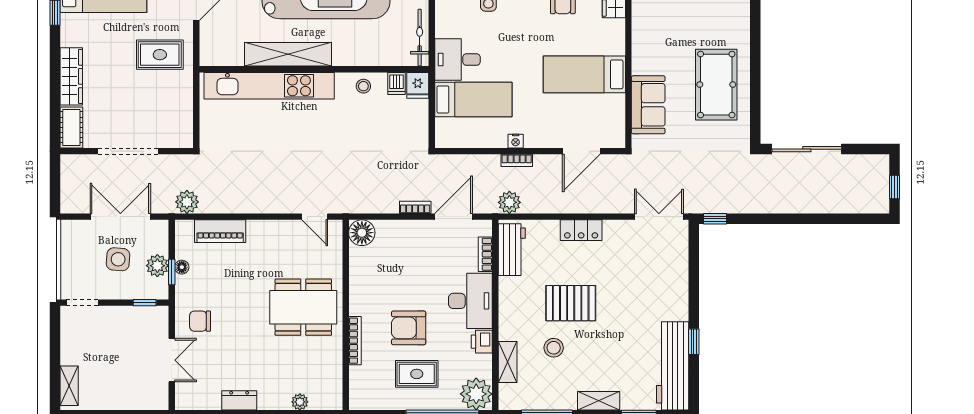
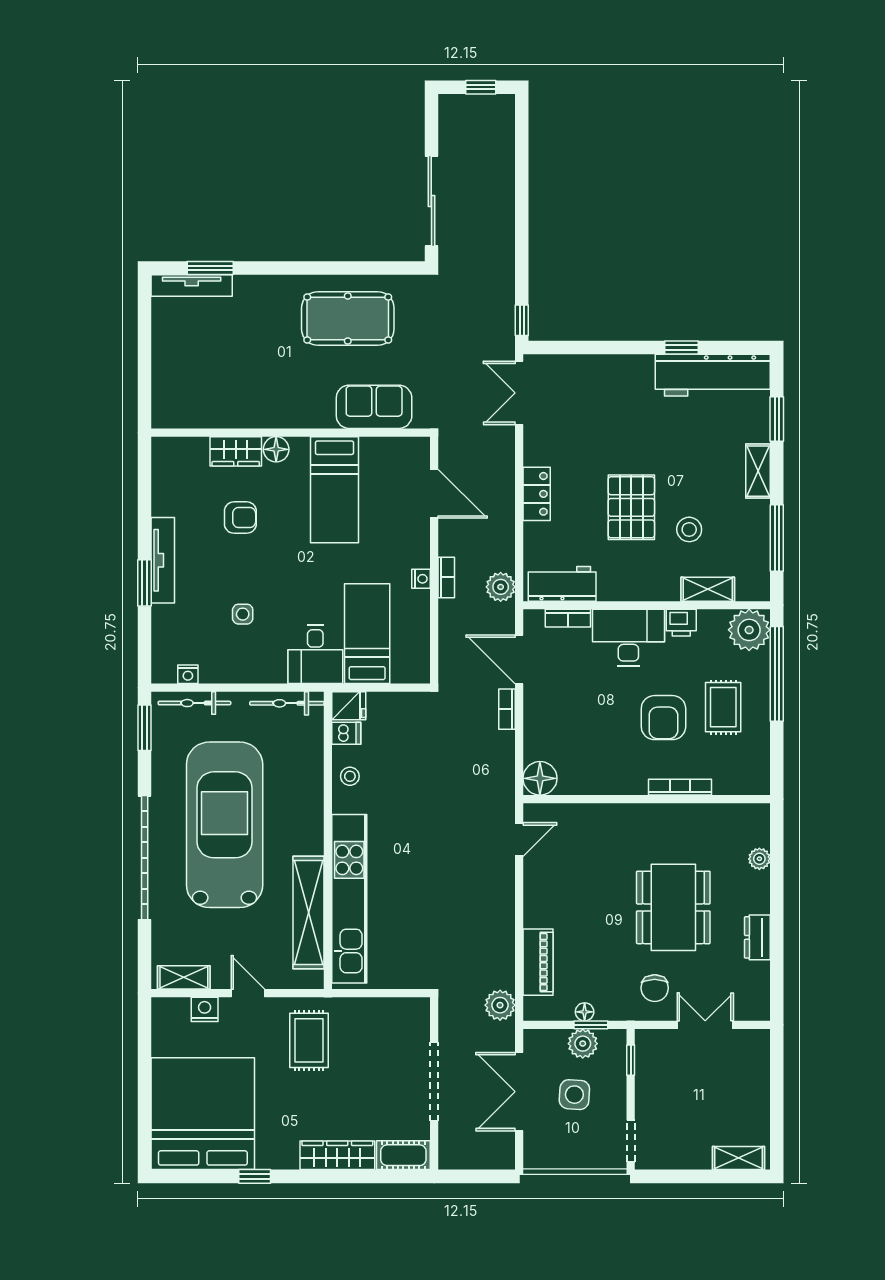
floor lamp: (615, 29) -> (276, 449), added
shelving: (288, 54) -> (309, 913), moved
dining table: (303, 307) -> (673, 907), moved

